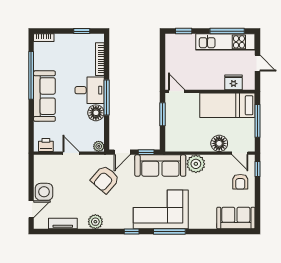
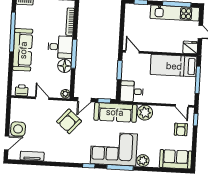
fridge: (234, 82) -> (190, 47), moved
desk: (179, 139) -> (132, 91), added
floor lamp: (219, 143) -> (165, 97), removed
plant: (95, 222) -> (143, 161), moved

